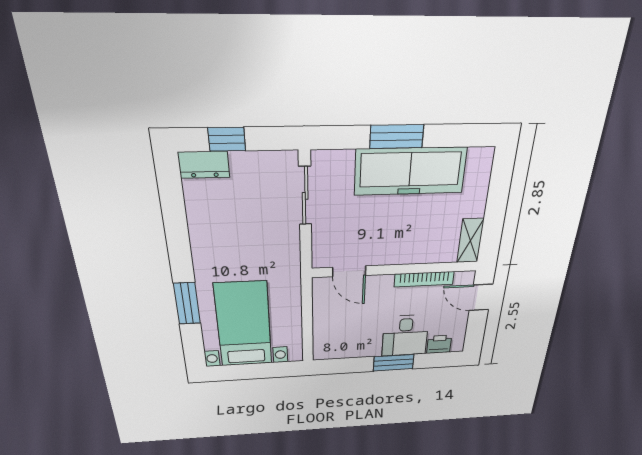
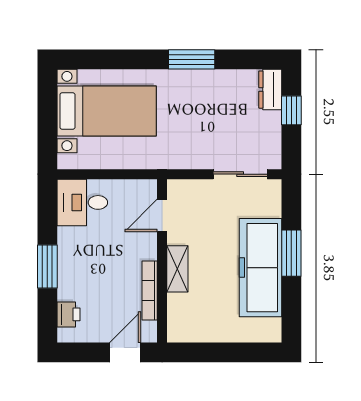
shelving: (470, 241) -> (177, 269), moved, turned 90
window: (187, 303) -> (192, 59), moved
desk: (405, 336) -> (82, 202), moved

